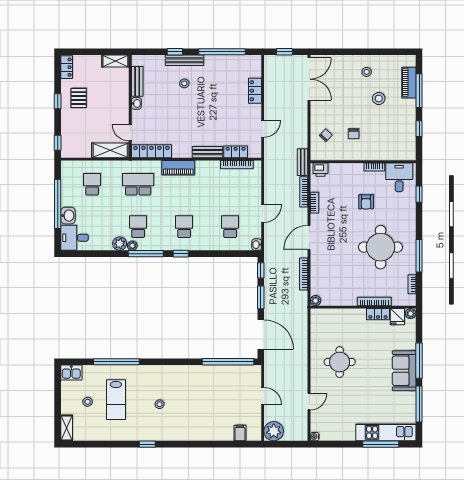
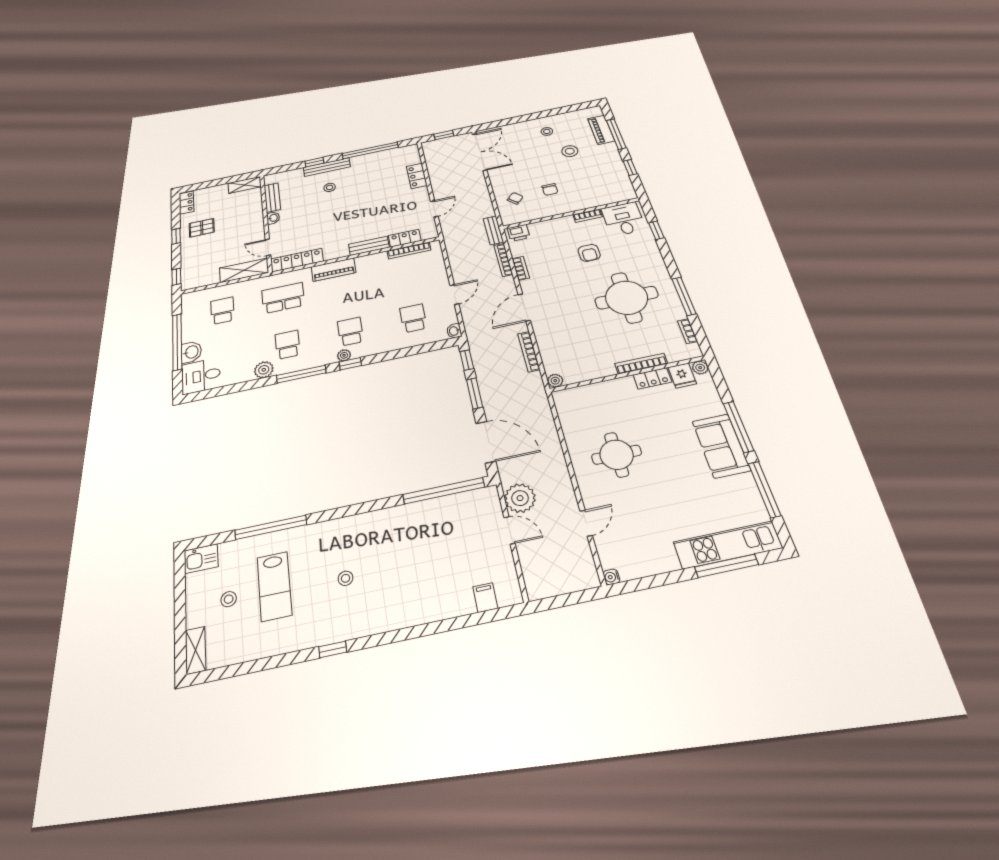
pallet: (79, 98) -> (202, 228), turned 90
plant: (132, 246) -> (344, 355), moved
plant: (274, 431) -> (520, 498), moved

